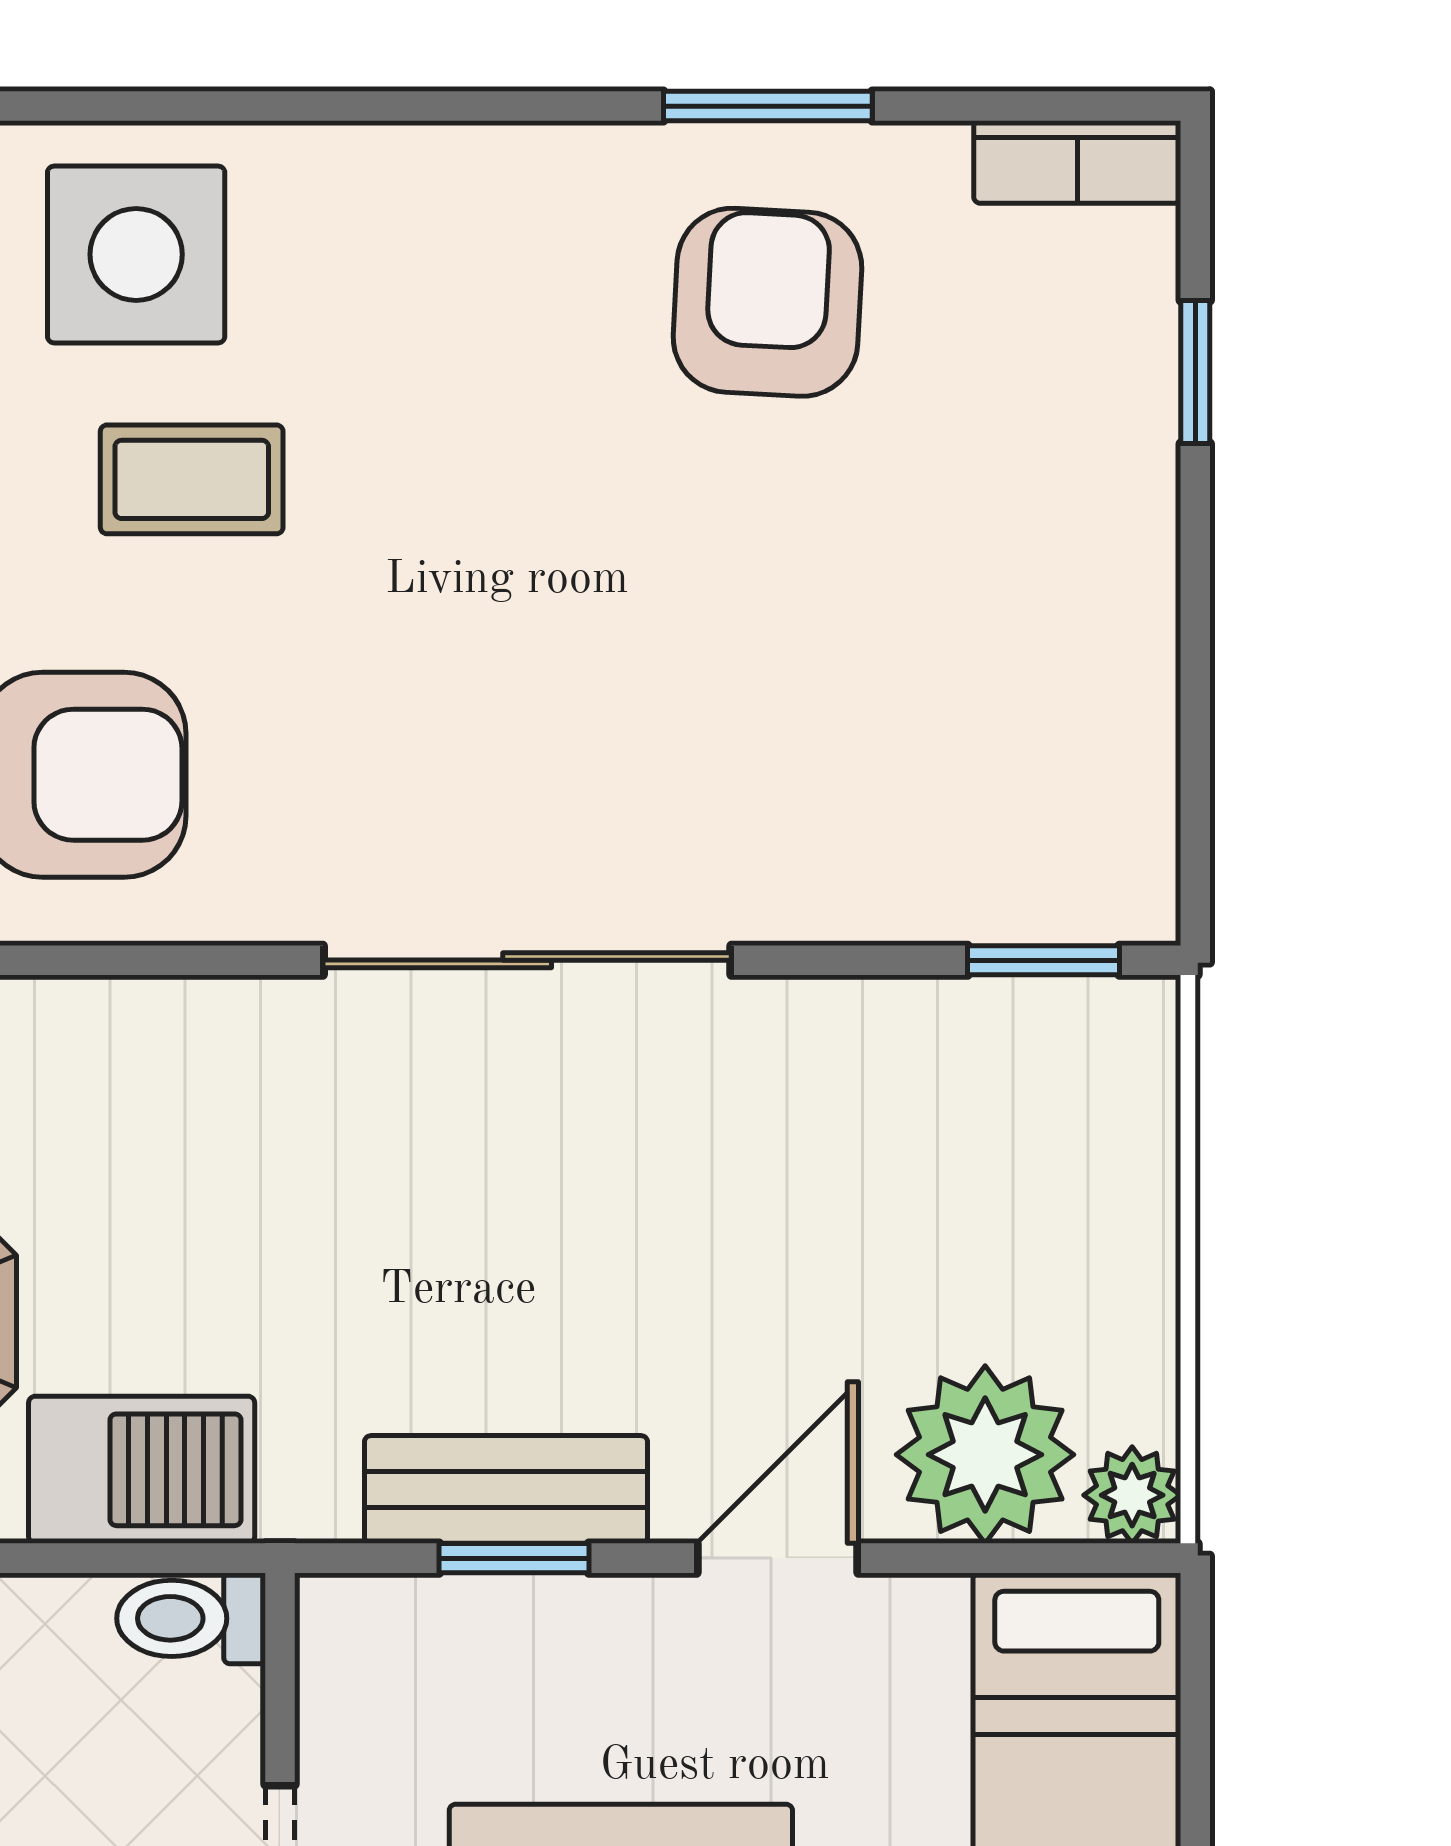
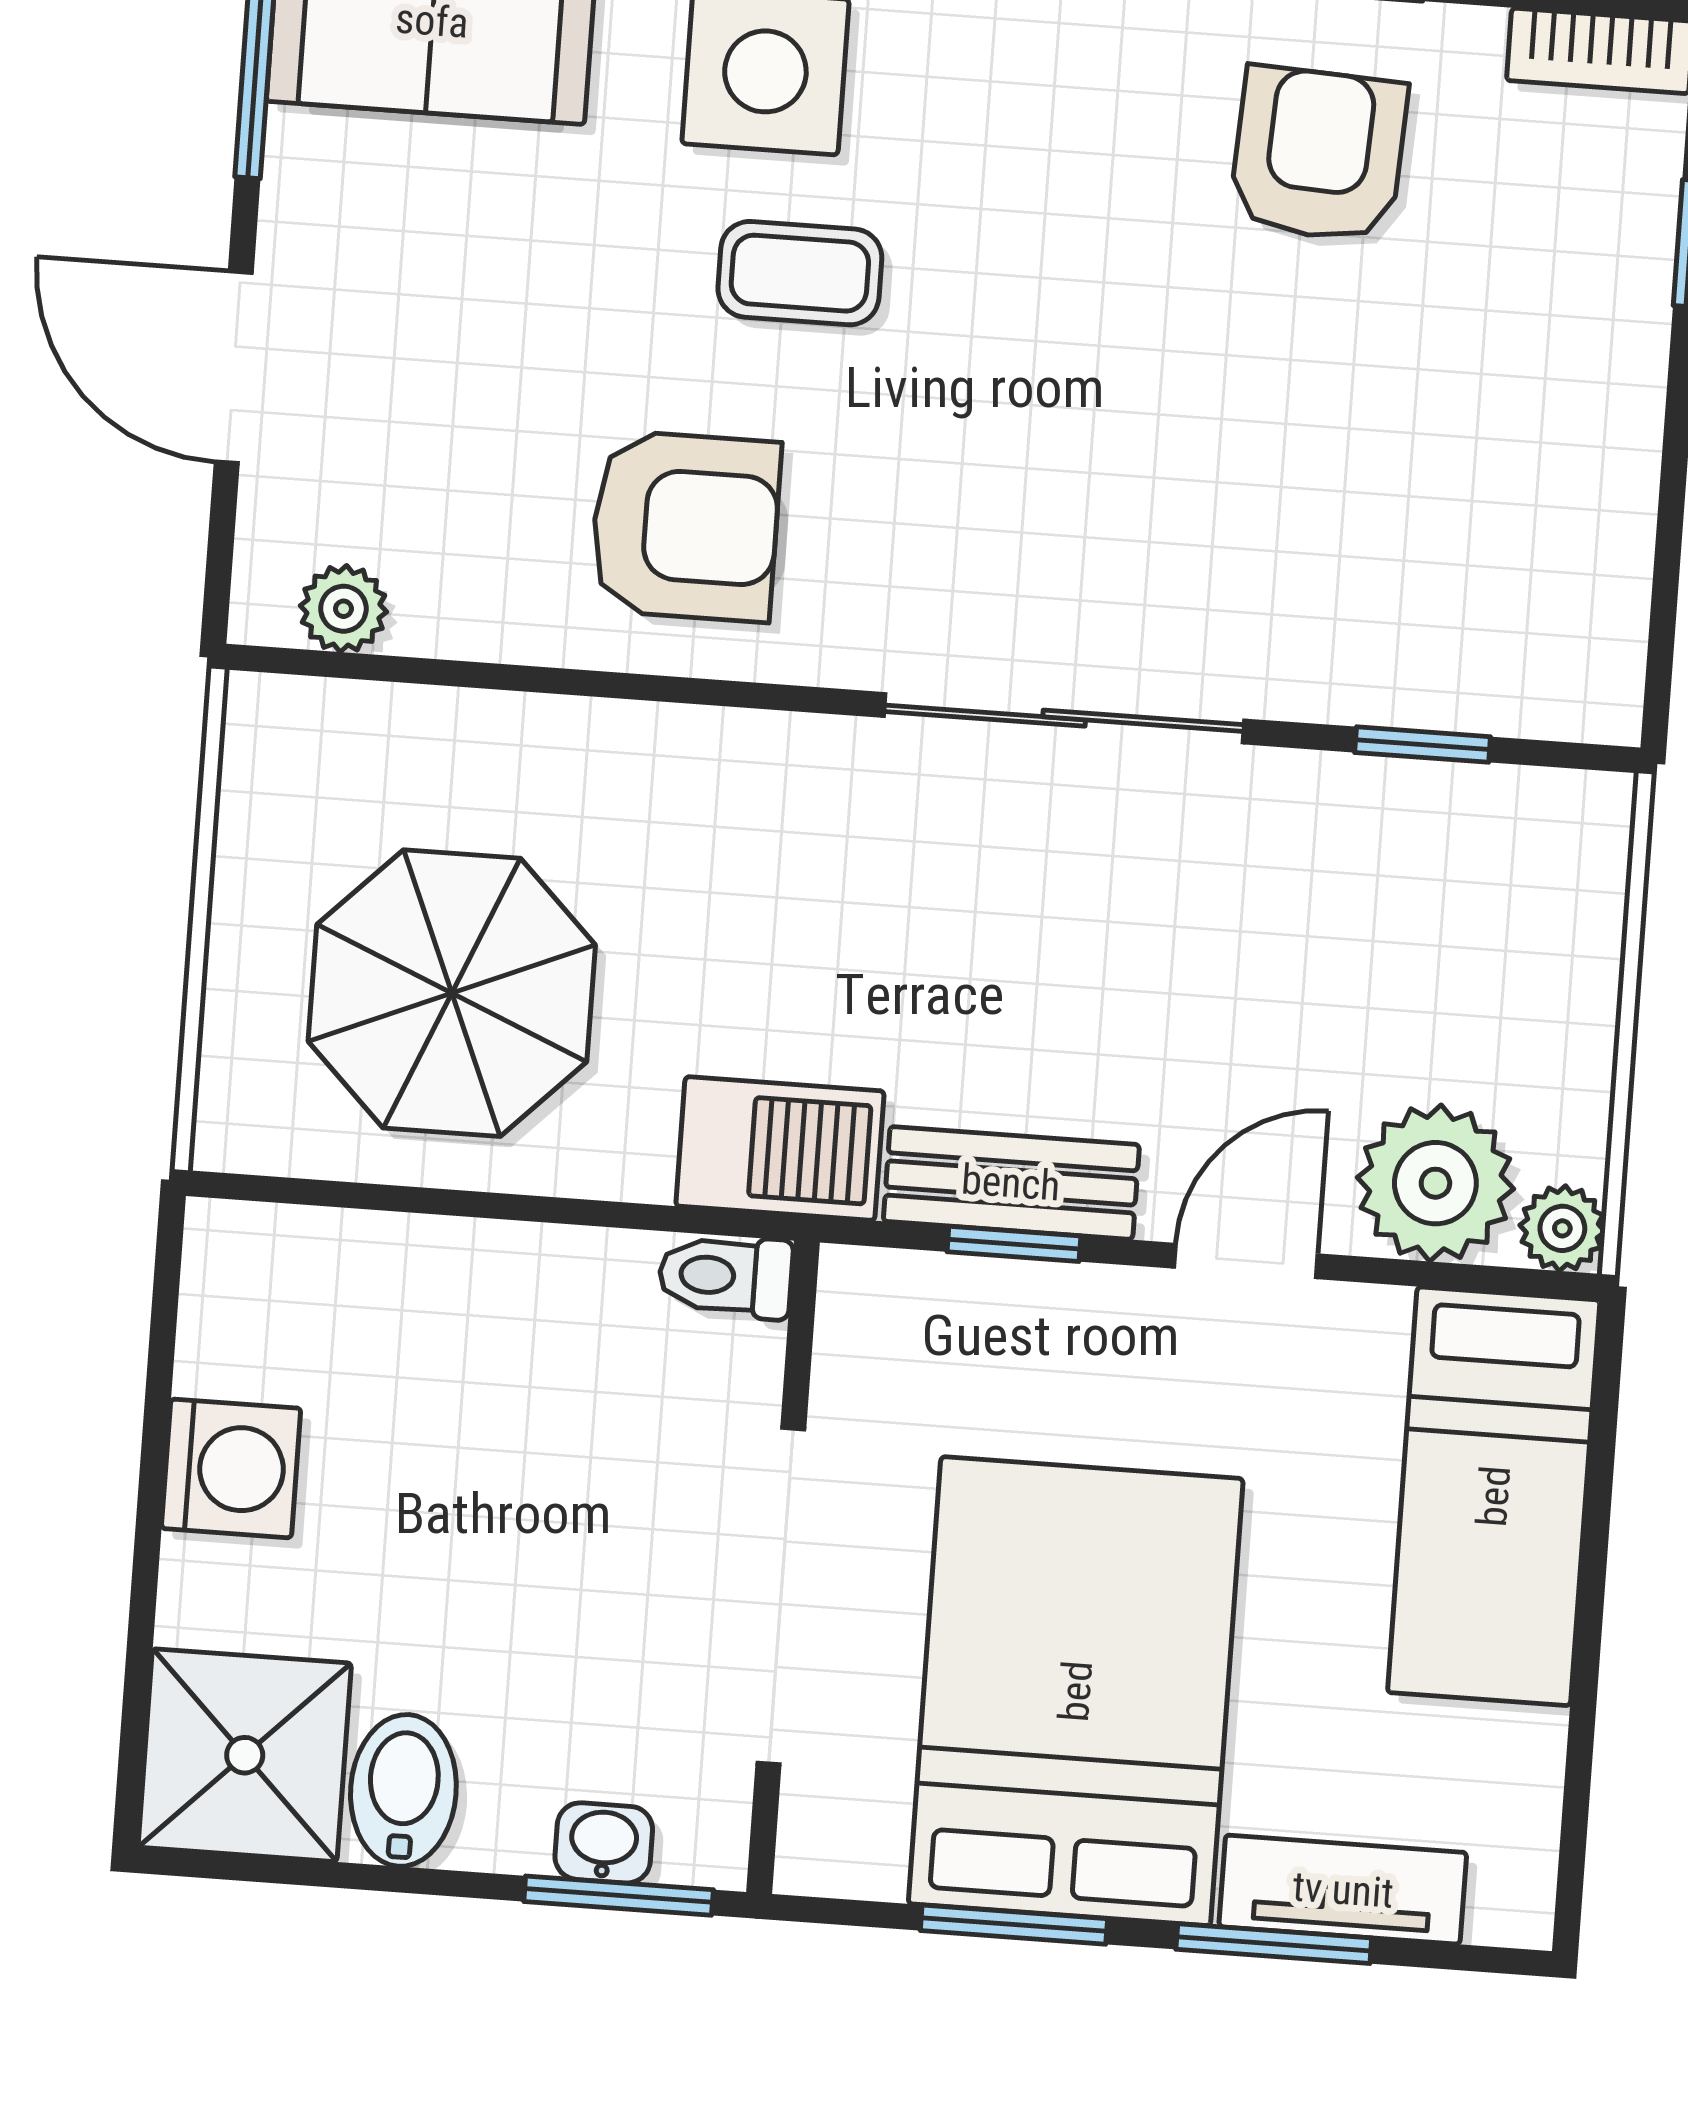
window: (1043, 960) -> (1423, 745), moved
barbecue: (142, 1470) -> (780, 1149), moved

